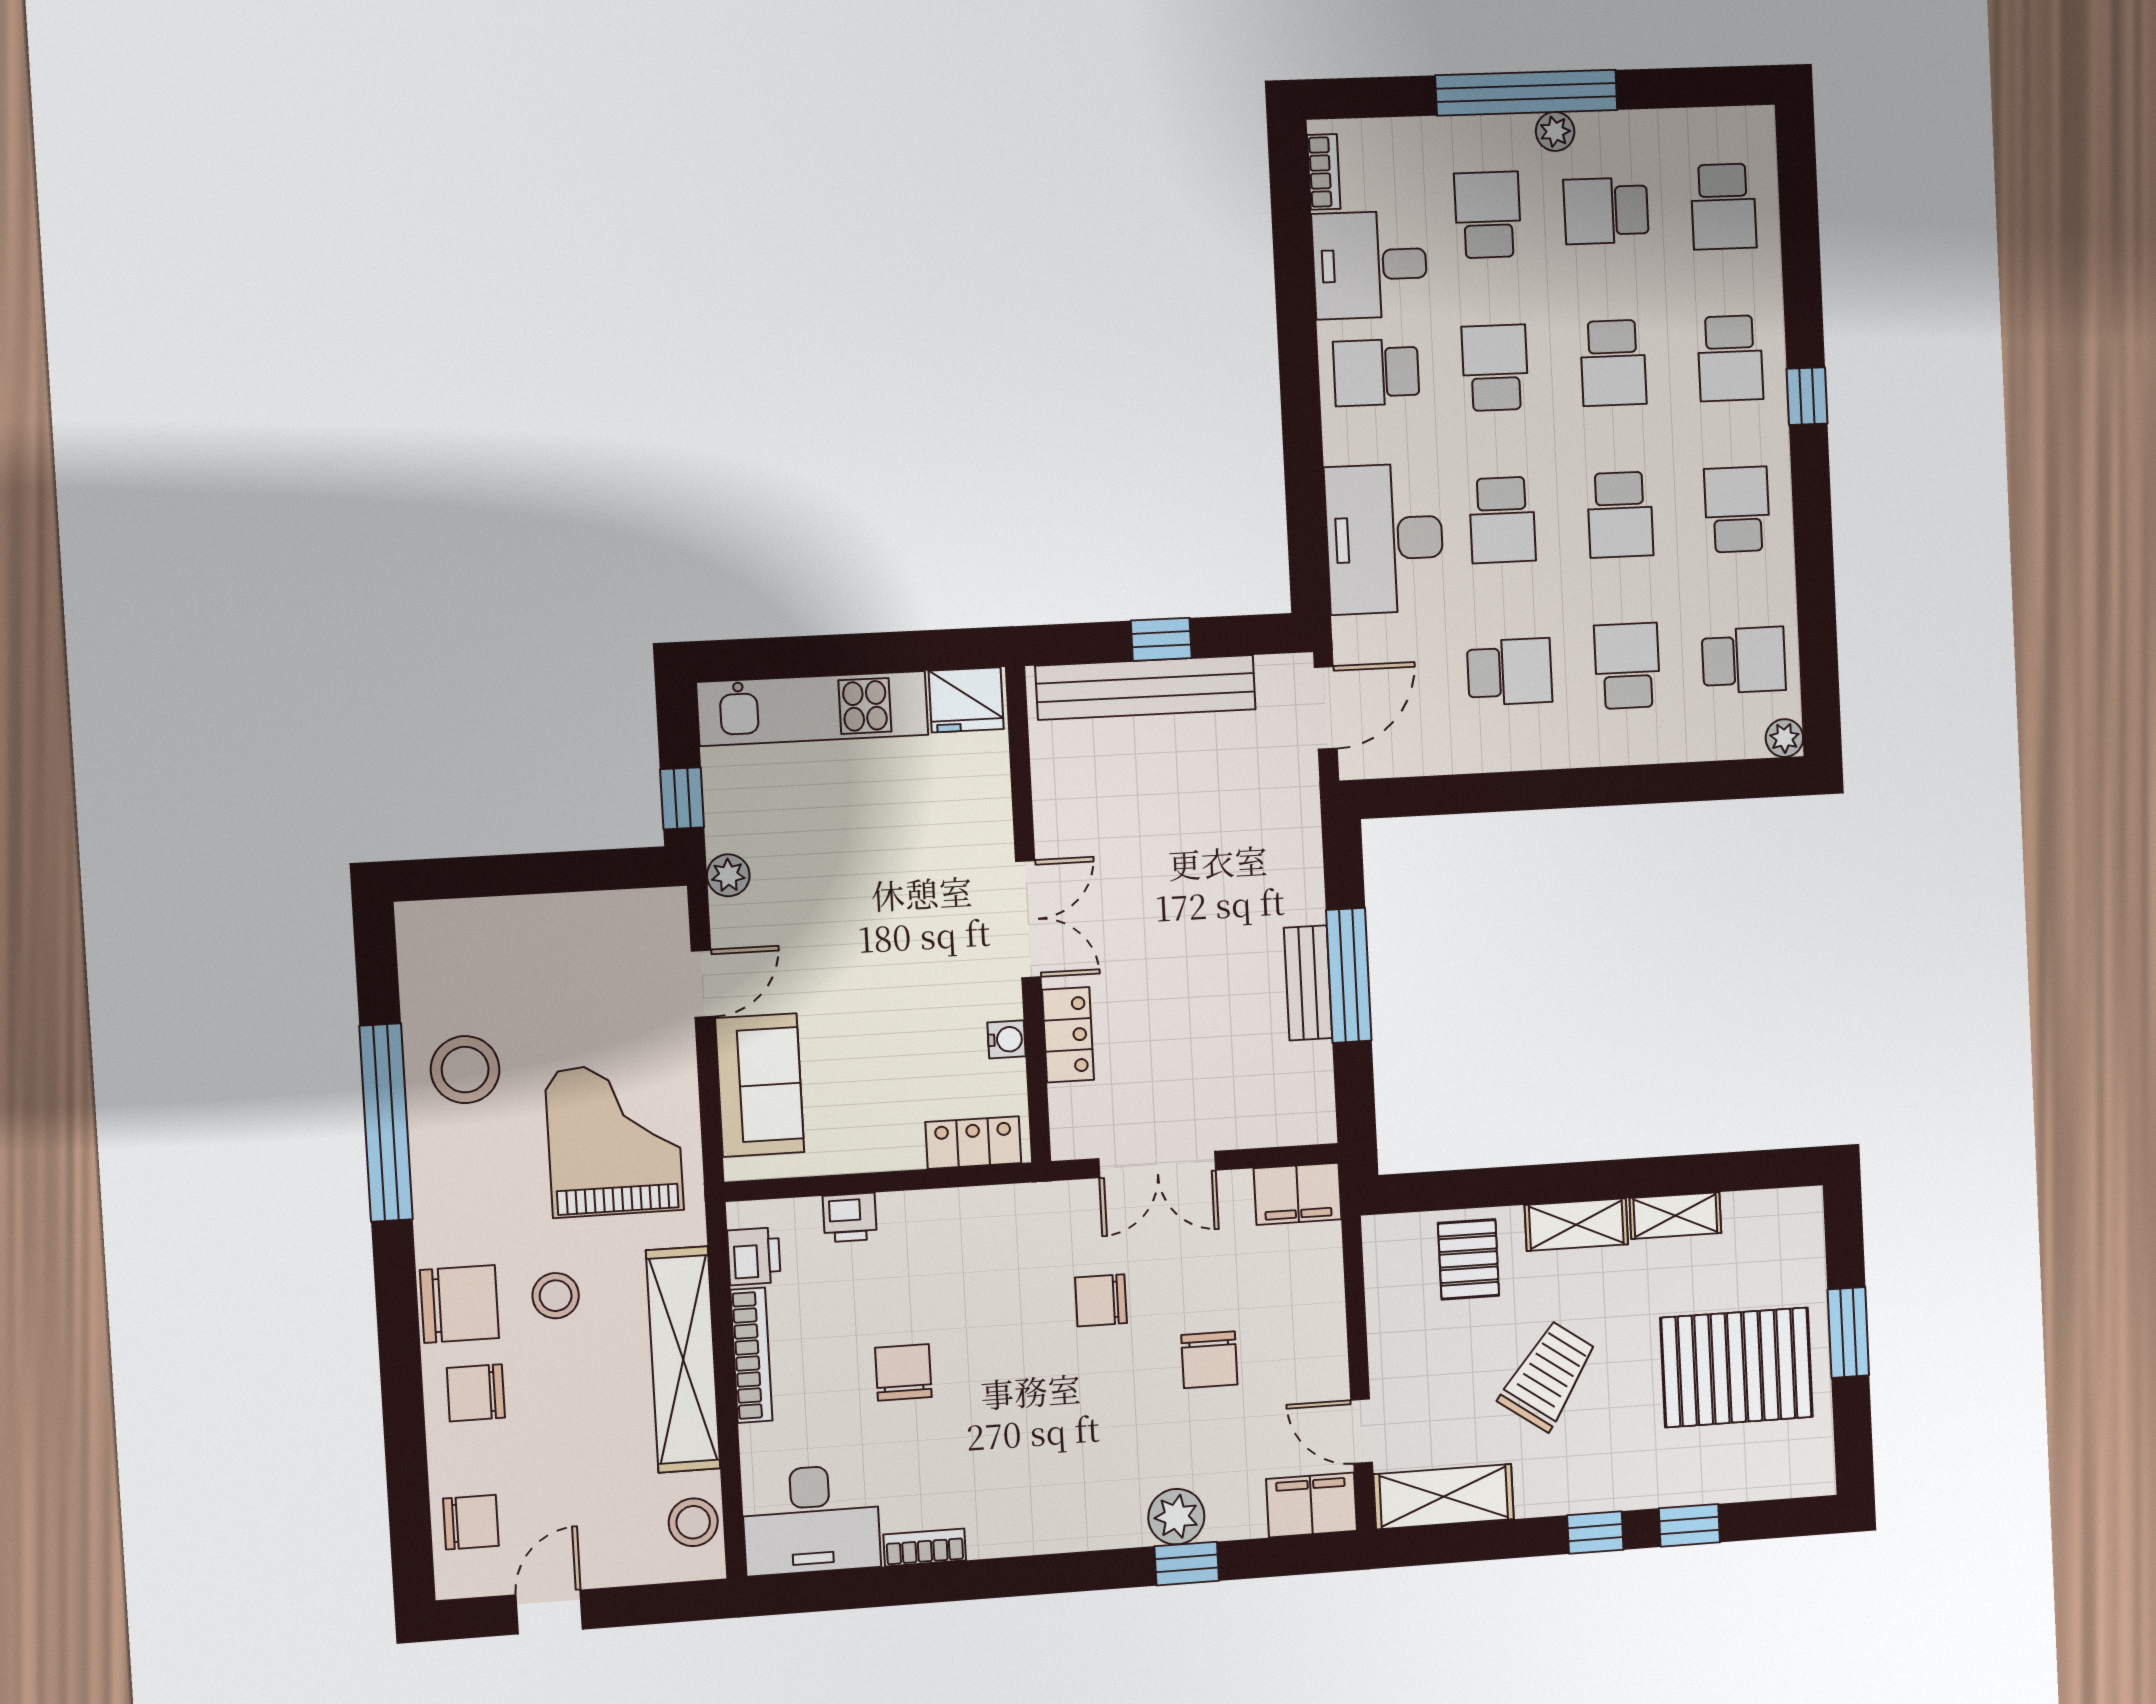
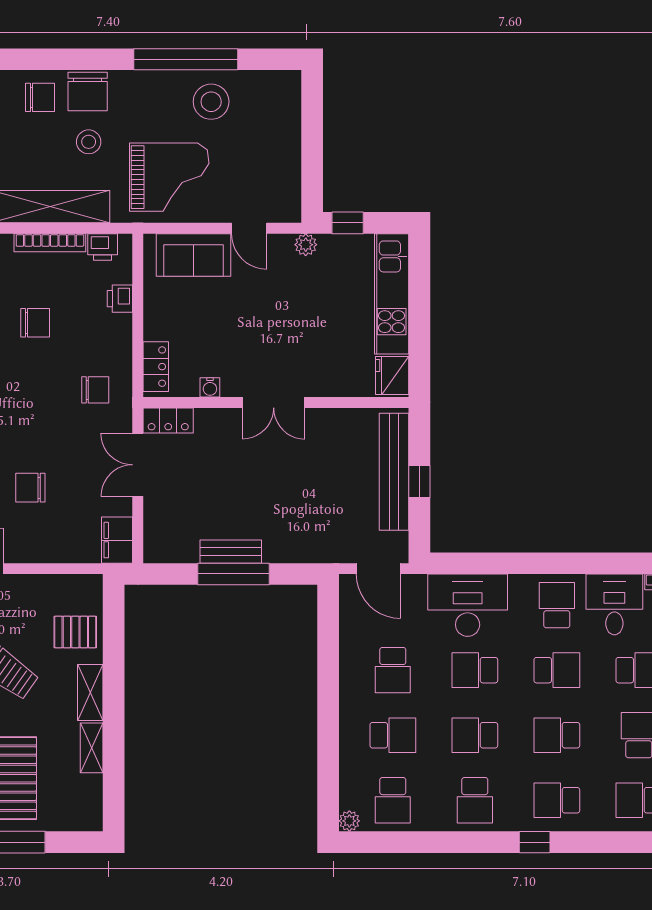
school desk: (1737, 509) -> (475, 800), turned 90
locker: (1068, 1035) -> (168, 420), moved
chair: (1101, 1300) -> (95, 390), moved, turned 90
chair: (476, 1393) -> (40, 97), turned 90

